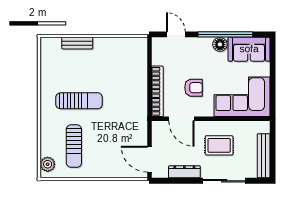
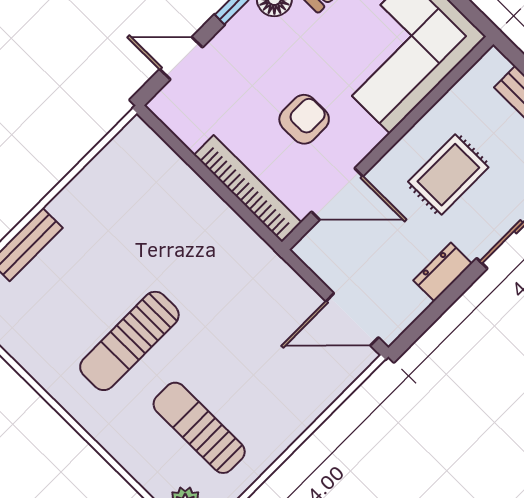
sun lounger: (79, 101) -> (129, 341), turned 180
sun lounger: (74, 146) -> (199, 428), turned 180
dresser: (184, 172) -> (443, 272), width x0.70

